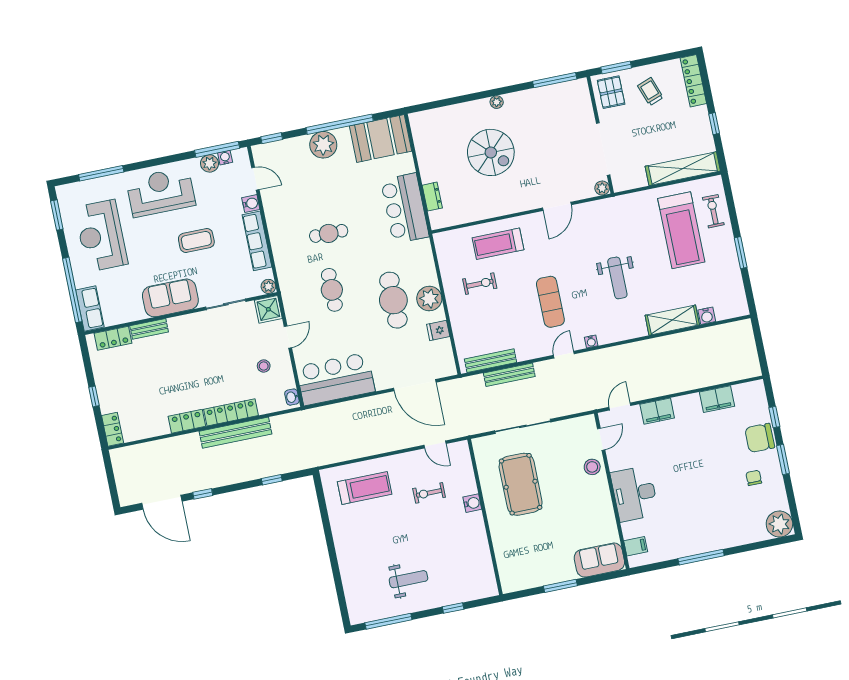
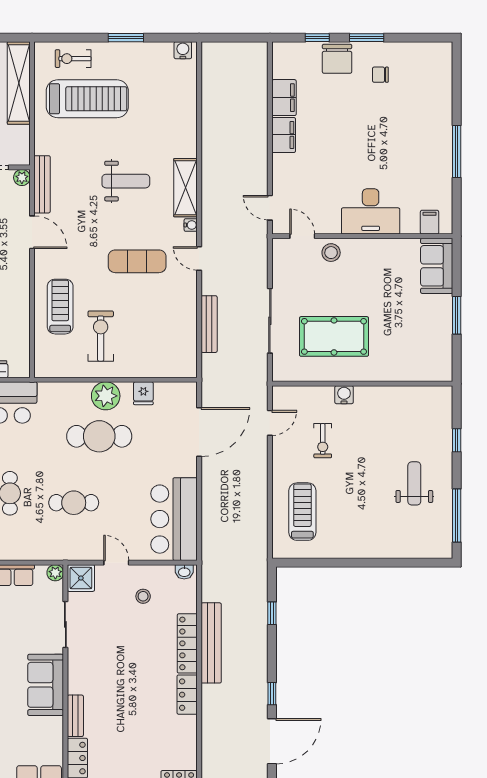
treadmill: (498, 244) -> (60, 307), turned 180
exercise bike: (480, 284) -> (101, 336), width x1.38, depth x1.39
water cooler: (707, 316) -> (183, 50), moved, turned -90
shelving: (672, 320) -> (185, 188), moved
bench: (490, 361) -> (42, 184), moved
filing cabinet: (657, 411) -> (284, 135), moved
plant: (779, 524) -> (438, 57), removed

